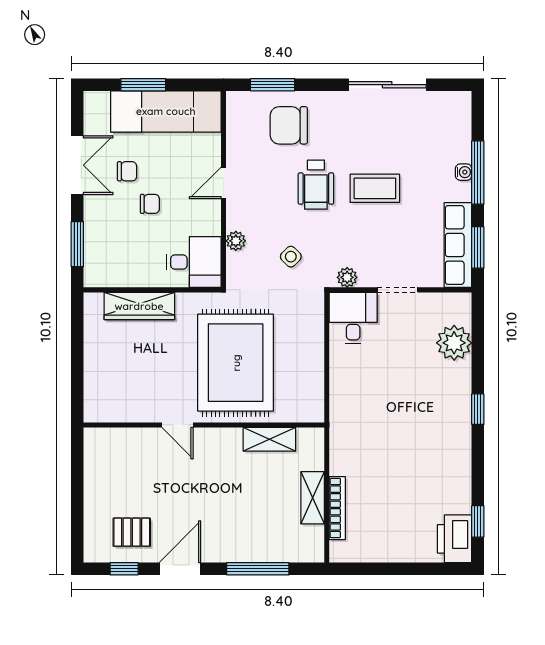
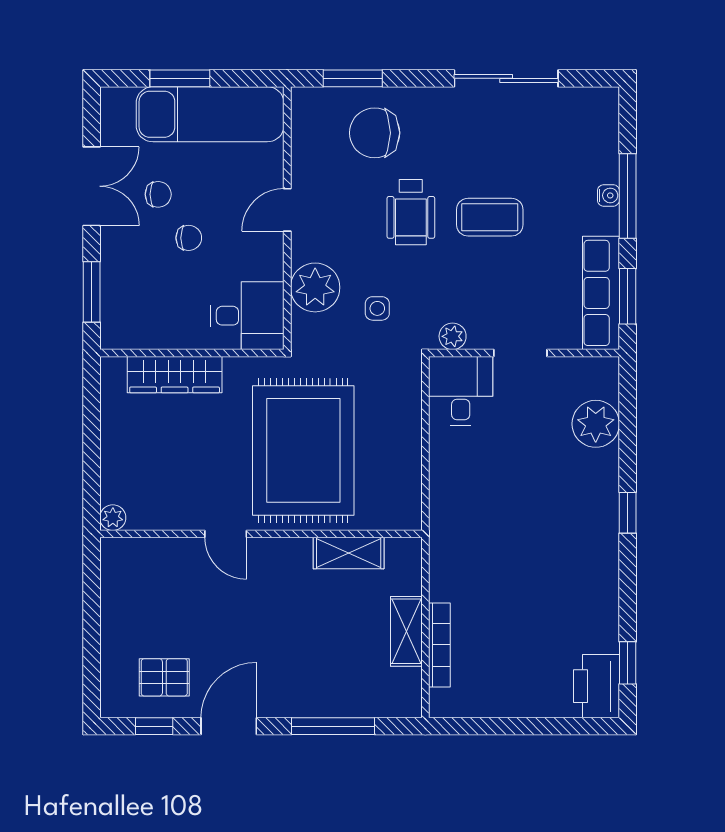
plant: (236, 241) -> (315, 287), width x1.87, depth x1.87
side table: (291, 257) -> (377, 308), turned 45
plant: (93, 413) -> (113, 518), added

